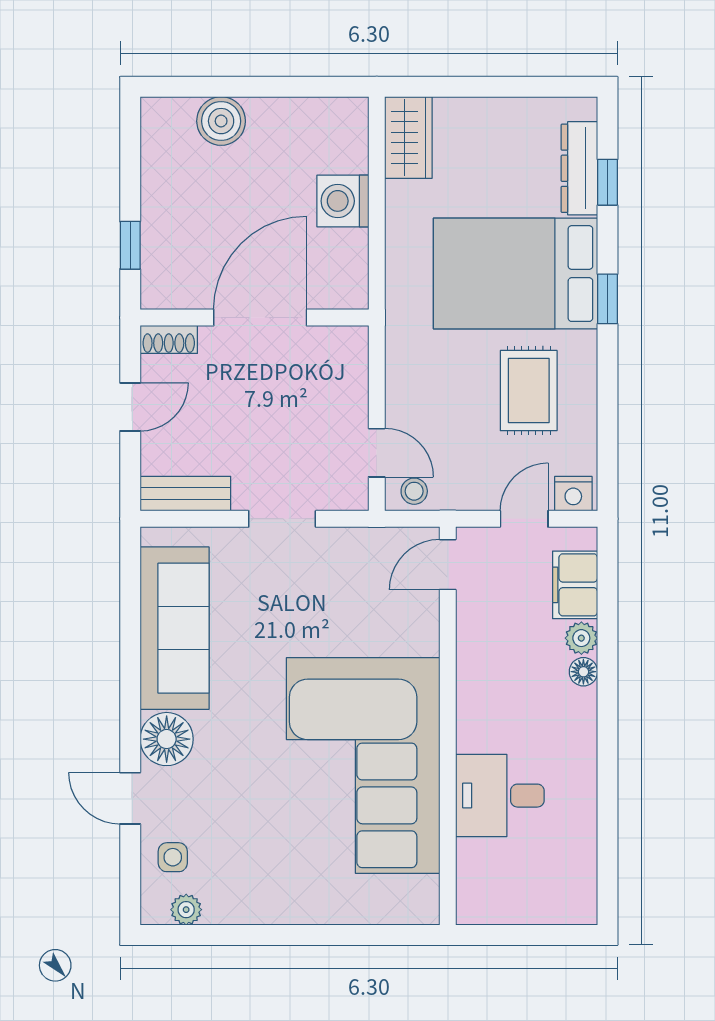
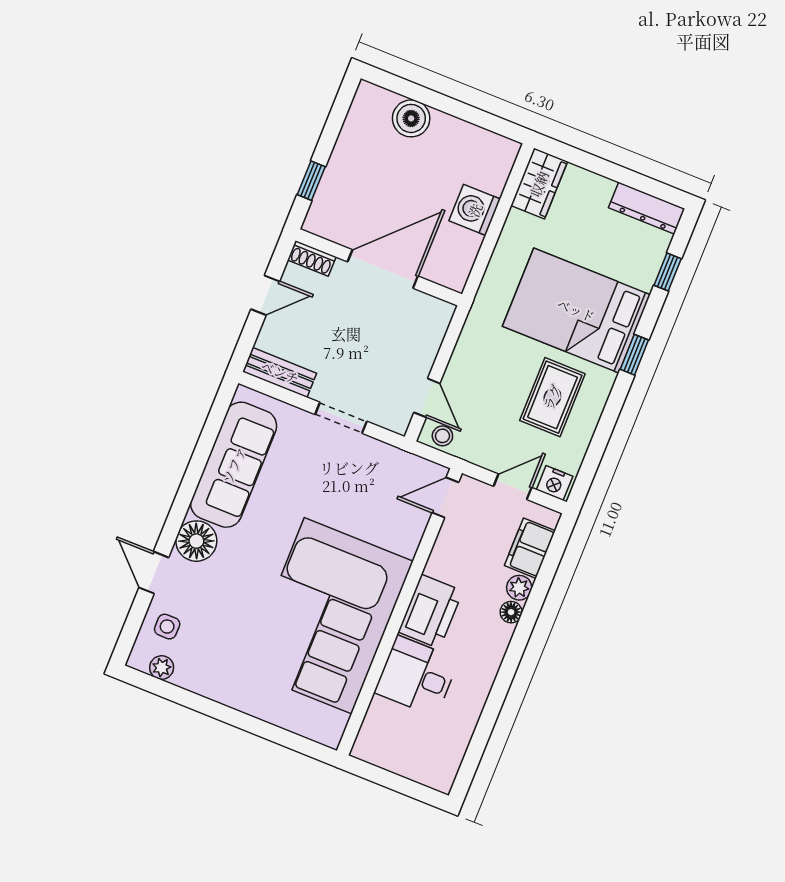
dresser: (579, 168) -> (647, 208), moved, turned -90
printer: (485, 710) -> (430, 611), added

